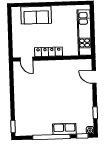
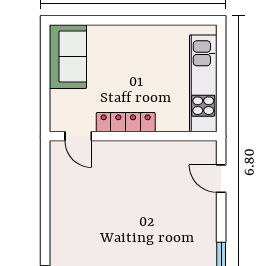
sofa: (36, 15) -> (68, 57), moved, turned -90

